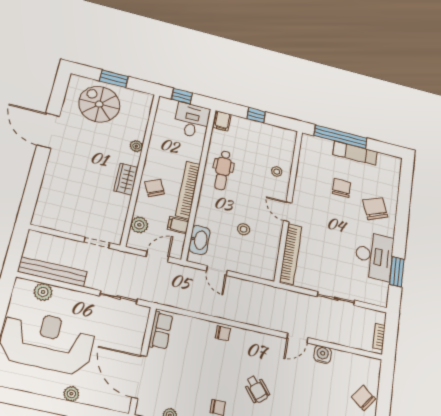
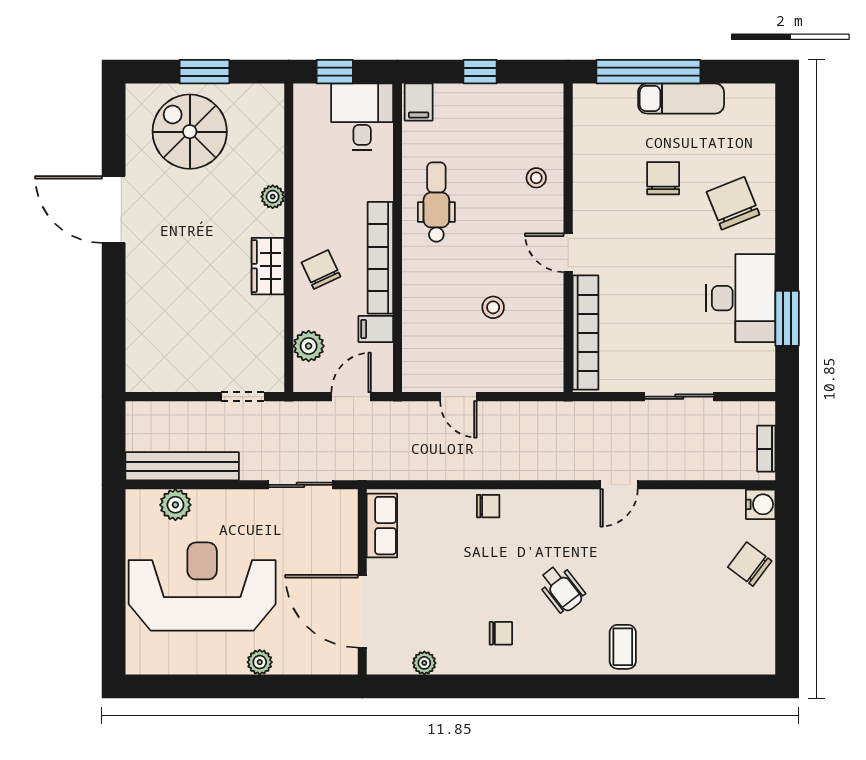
dental chair: (223, 170) -> (436, 202), turned 180
washbasin: (199, 240) -> (418, 347), removed
water cooler: (323, 355) -> (761, 504), moved, turned 90

